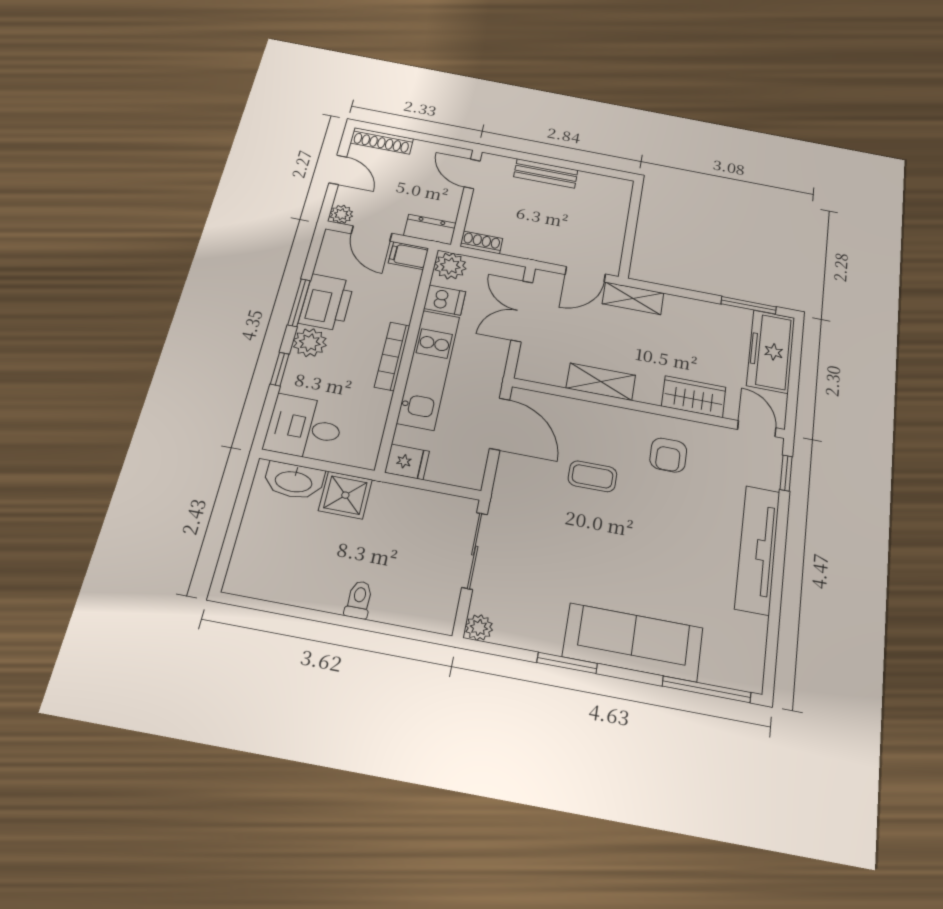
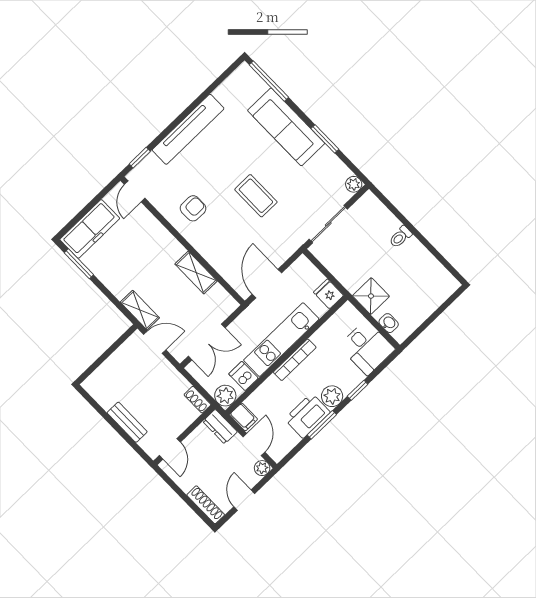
wardrobe: (694, 397) -> (153, 231), removed
coffee table: (592, 476) -> (256, 196), moved, width x1.36, depth x1.30
washbasin: (294, 481) -> (389, 323), width x0.52, depth x0.69

